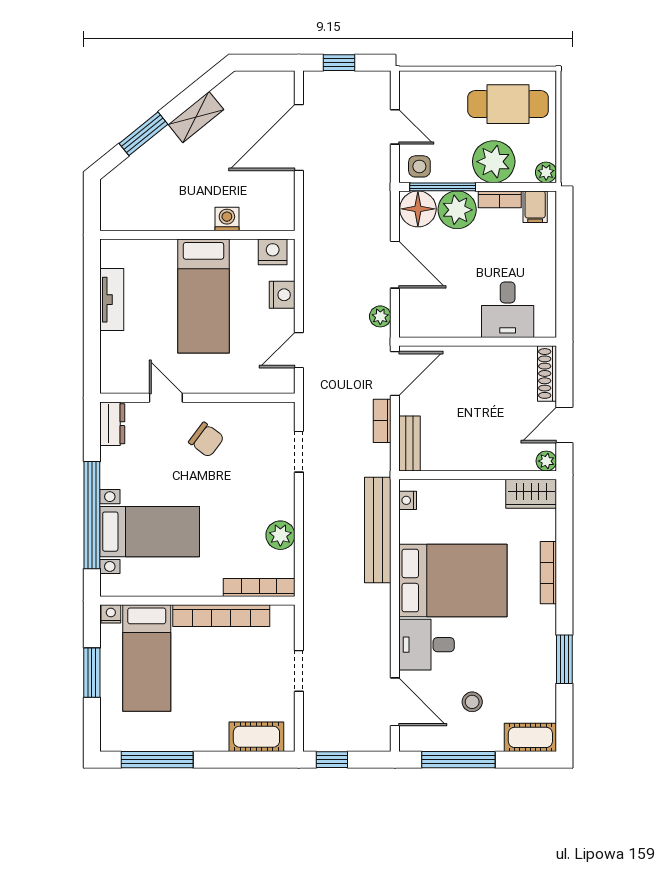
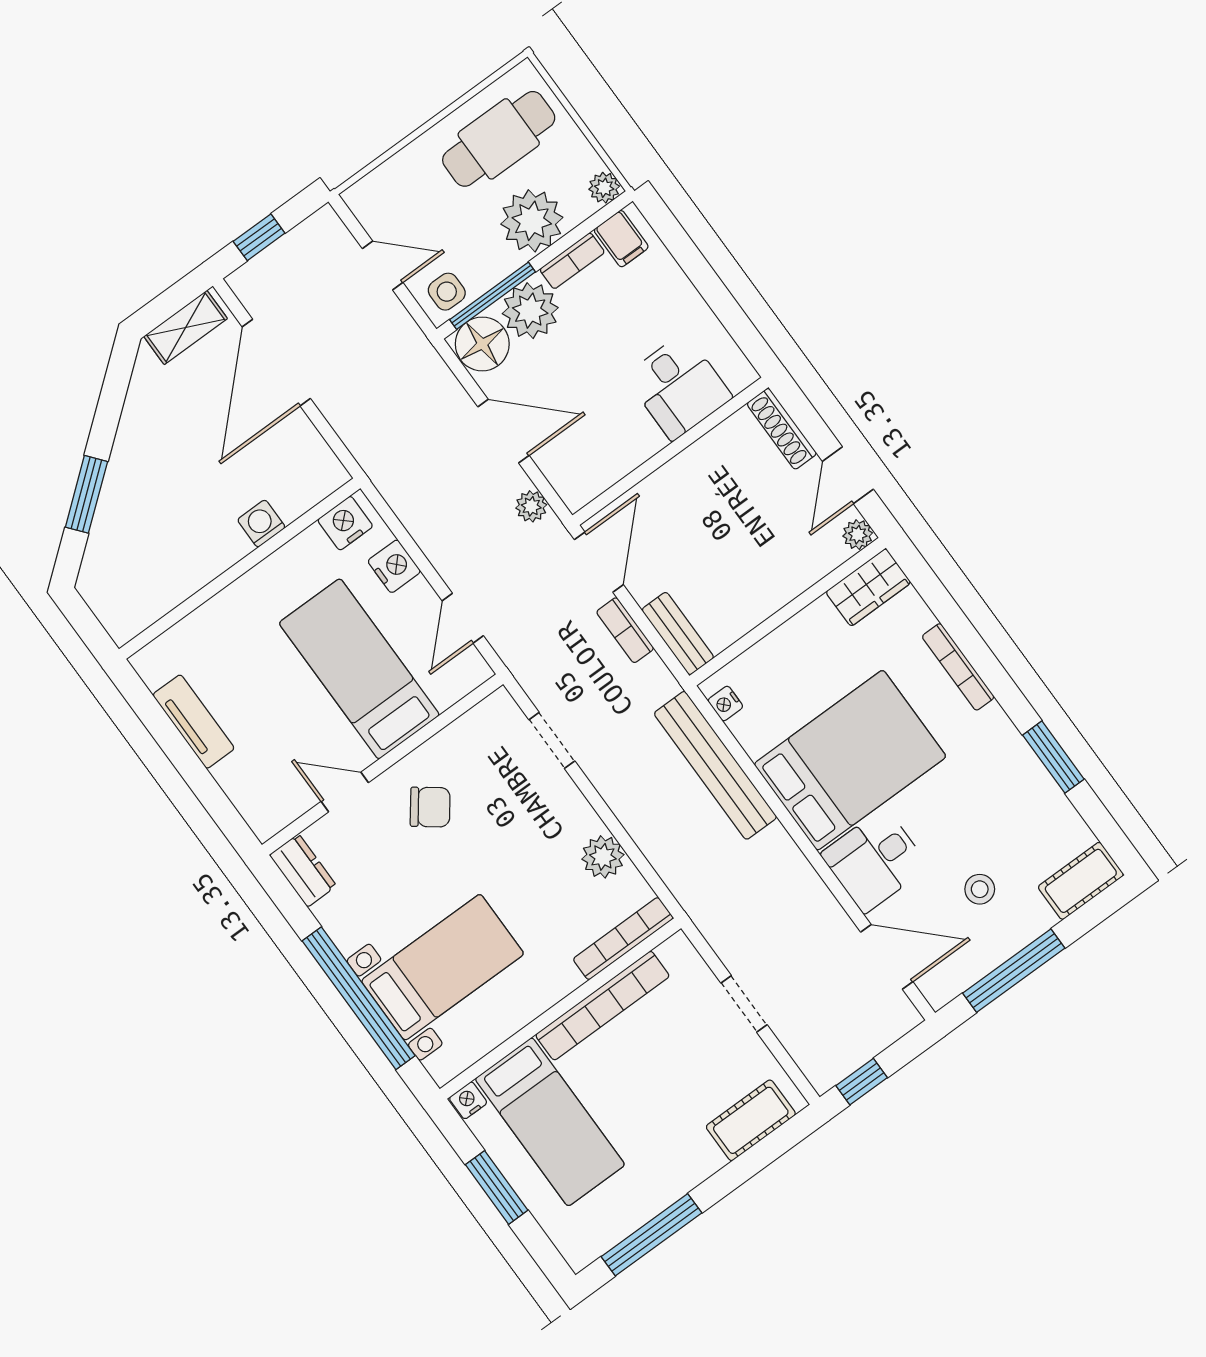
shelving: (196, 117) -> (186, 327), moved, turned 39
bed: (204, 296) -> (359, 669), moved, turned 180

